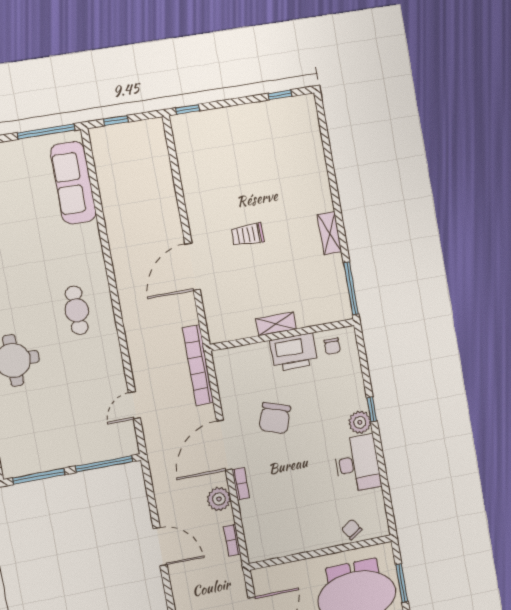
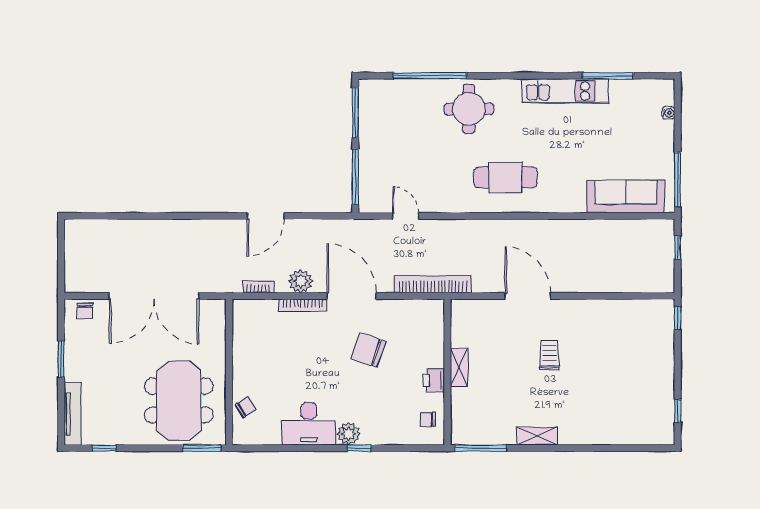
cafe table: (77, 310) -> (505, 177), width x1.37, depth x1.35
printer: (294, 352) -> (434, 380), width x0.53, depth x0.68
bookcase: (241, 484) -> (303, 305), width x1.56
window: (402, 583) -> (202, 448), moved

